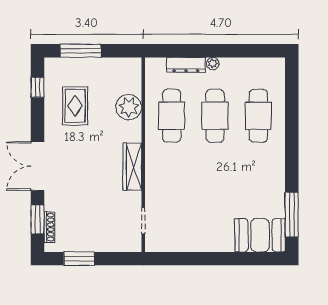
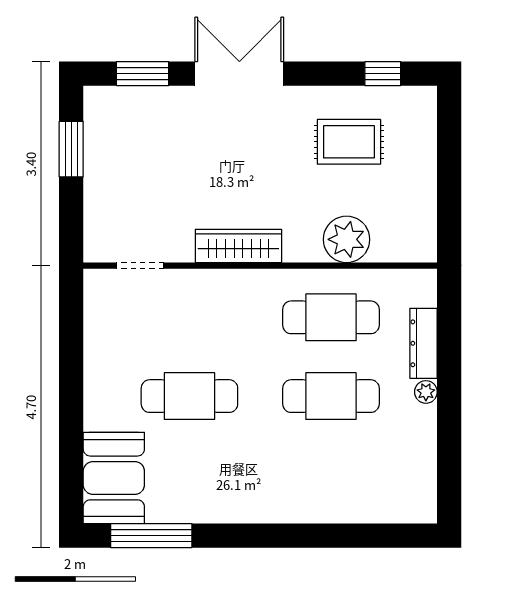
window: (80, 51) -> (449, 152), removed
cafe table: (258, 116) -> (189, 396), moved
shoe rack: (49, 227) -> (129, 95), removed

